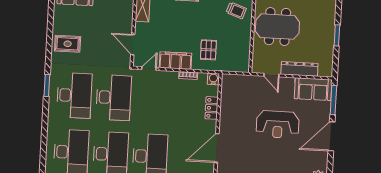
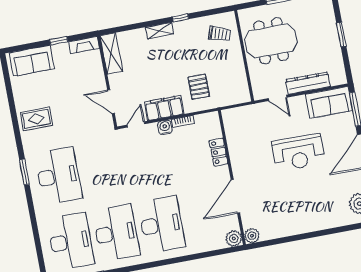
water cooler: (213, 79) -> (165, 127), moved
desk: (114, 98) -> (104, 167), removed

